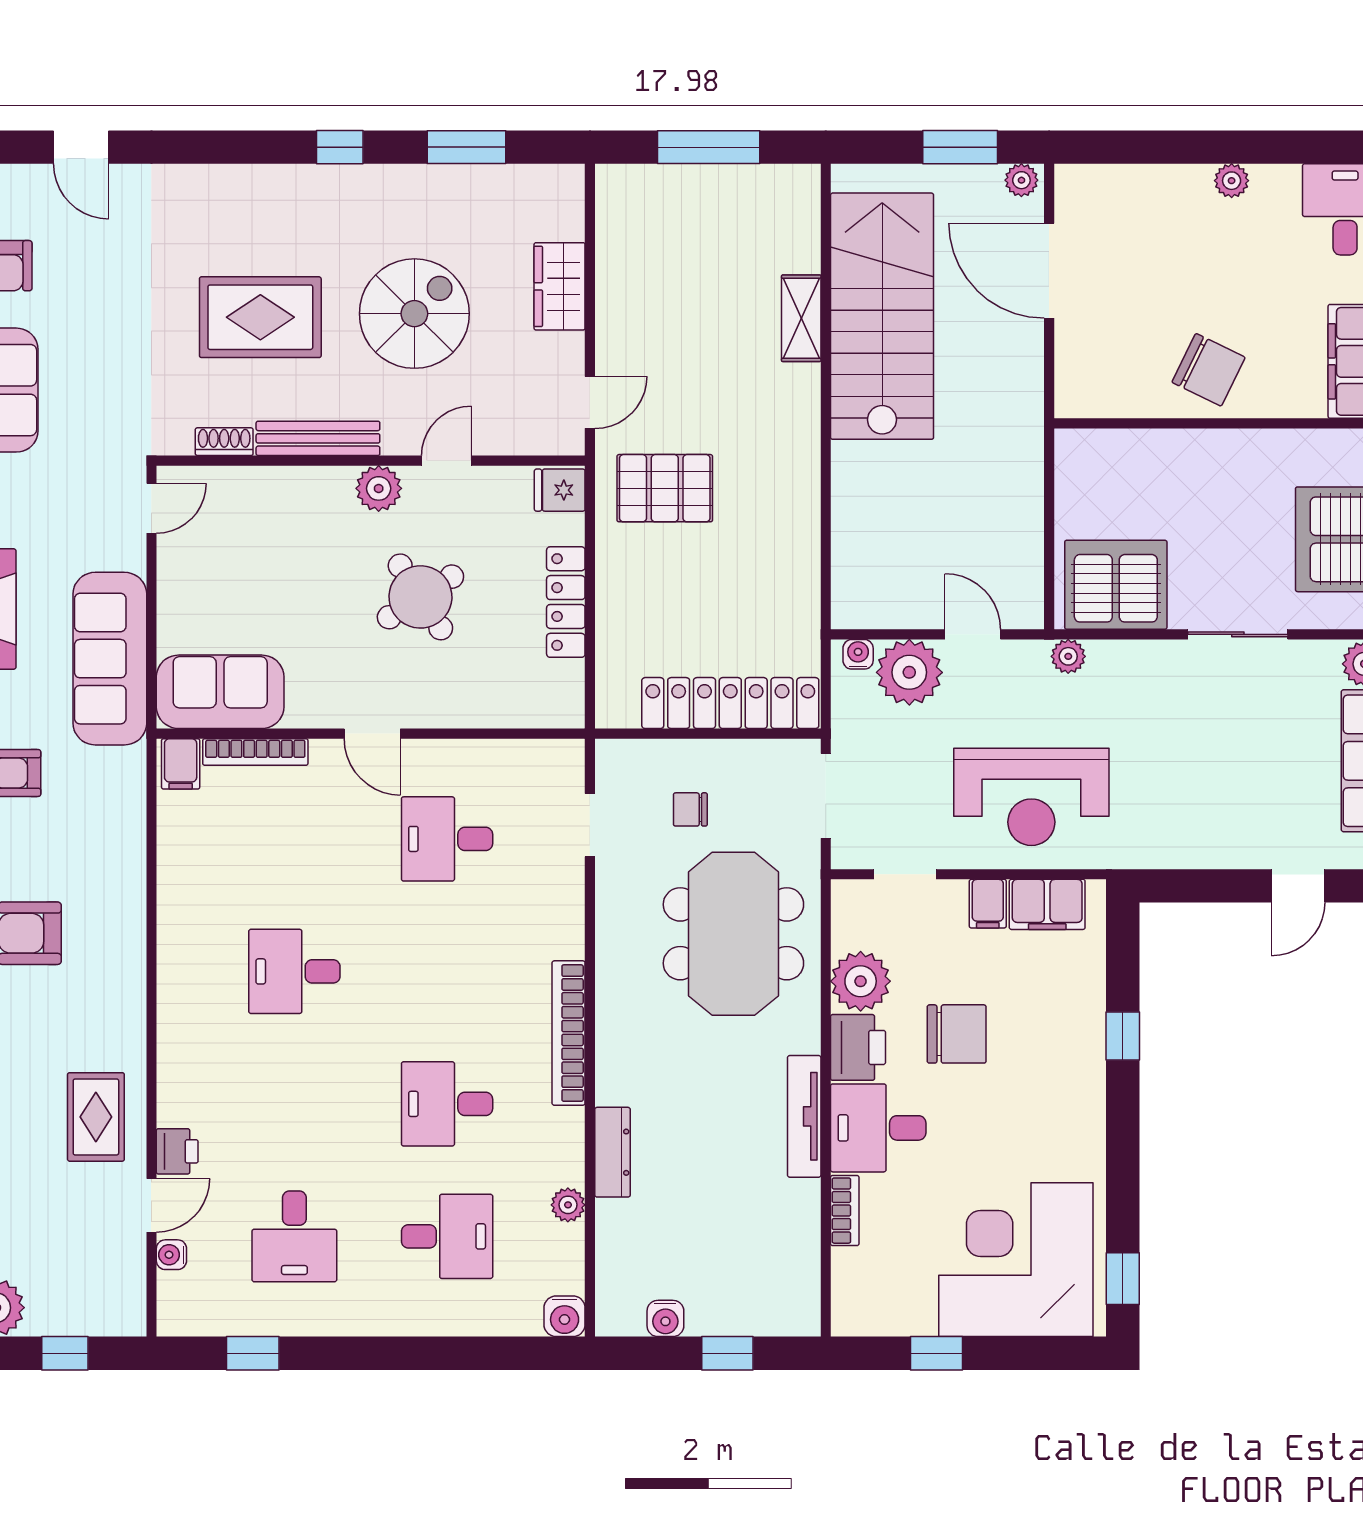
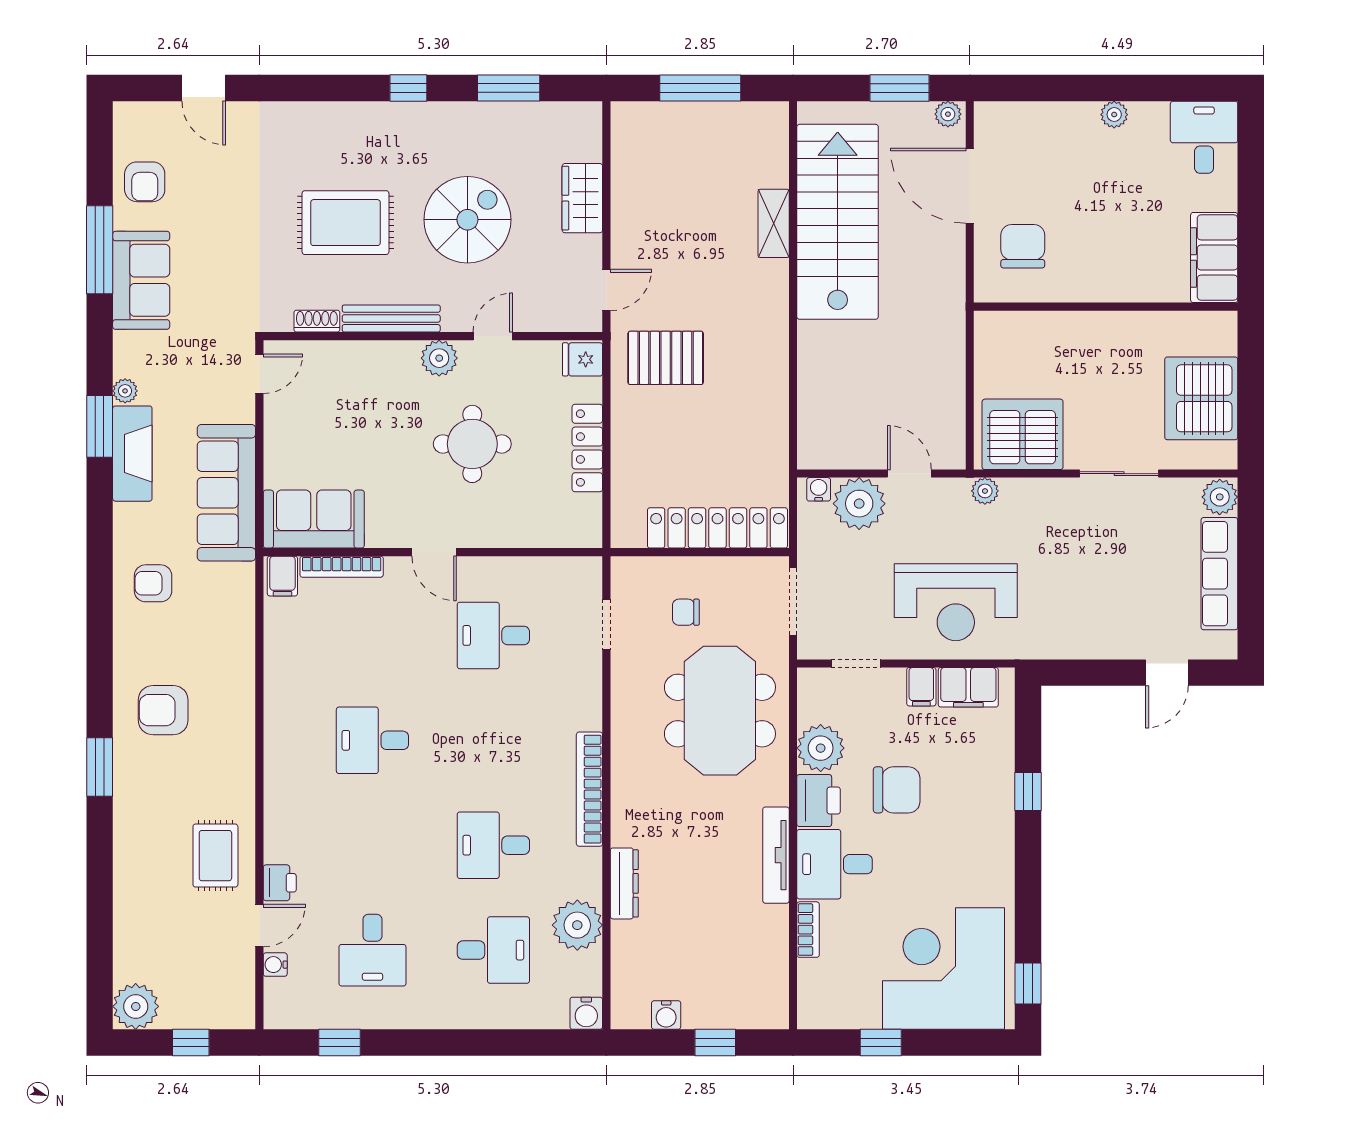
chair: (1208, 370) -> (1023, 246), moved, turned -116
round table: (420, 597) -> (472, 444), turned 33
plant: (568, 1205) -> (577, 925), width x1.88, depth x1.88

